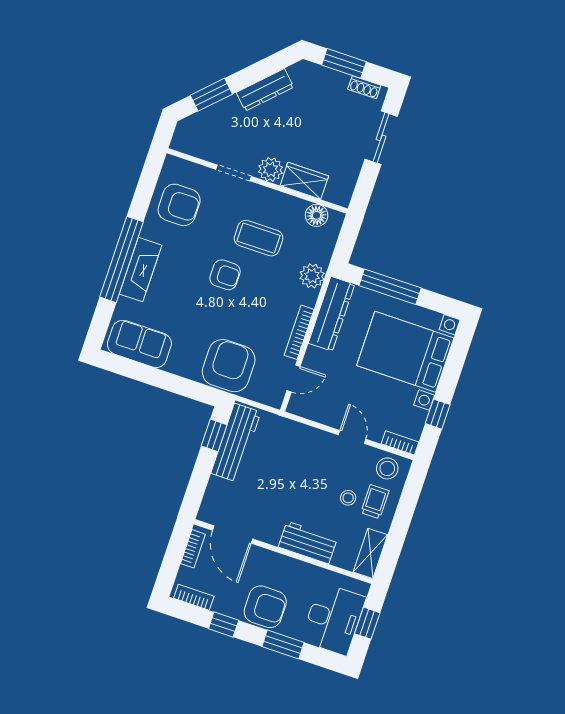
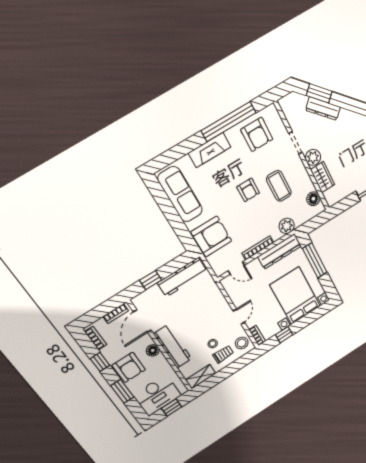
dresser: (265, 90) -> (323, 109), moved
window: (122, 259) -> (229, 122), moved
sofa: (139, 344) -> (180, 194), width x1.36
window: (214, 435) -> (151, 280), moved
workbench: (308, 543) -> (173, 346), width x1.37
floor lamp: (277, 563) -> (153, 350), added

